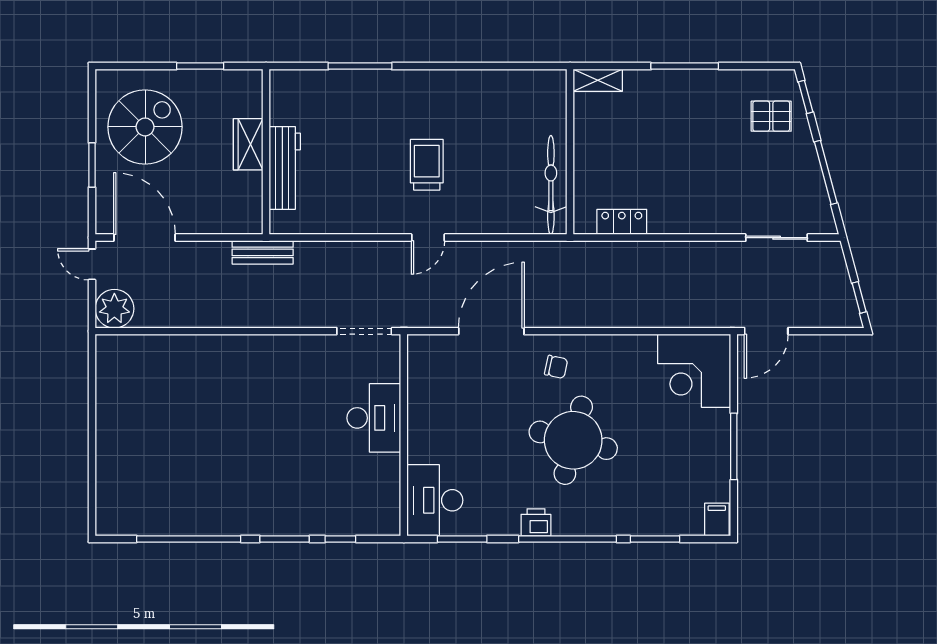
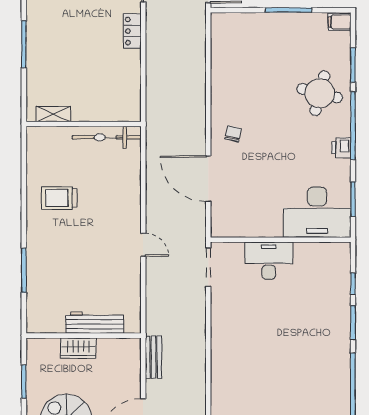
shelving: (598, 80) -> (53, 114), moved, turned 90
trolley: (427, 165) -> (59, 198), moved
locker: (622, 222) -> (132, 31), moved
door: (428, 238) -> (143, 245), moved
bench: (263, 252) -> (153, 357), moved
corner desk: (694, 371) -> (236, 38), removed
round table: (573, 440) -> (320, 93), moved, width x0.73, depth x0.73
desk: (435, 500) -> (317, 212), width x1.36, depth x1.30

